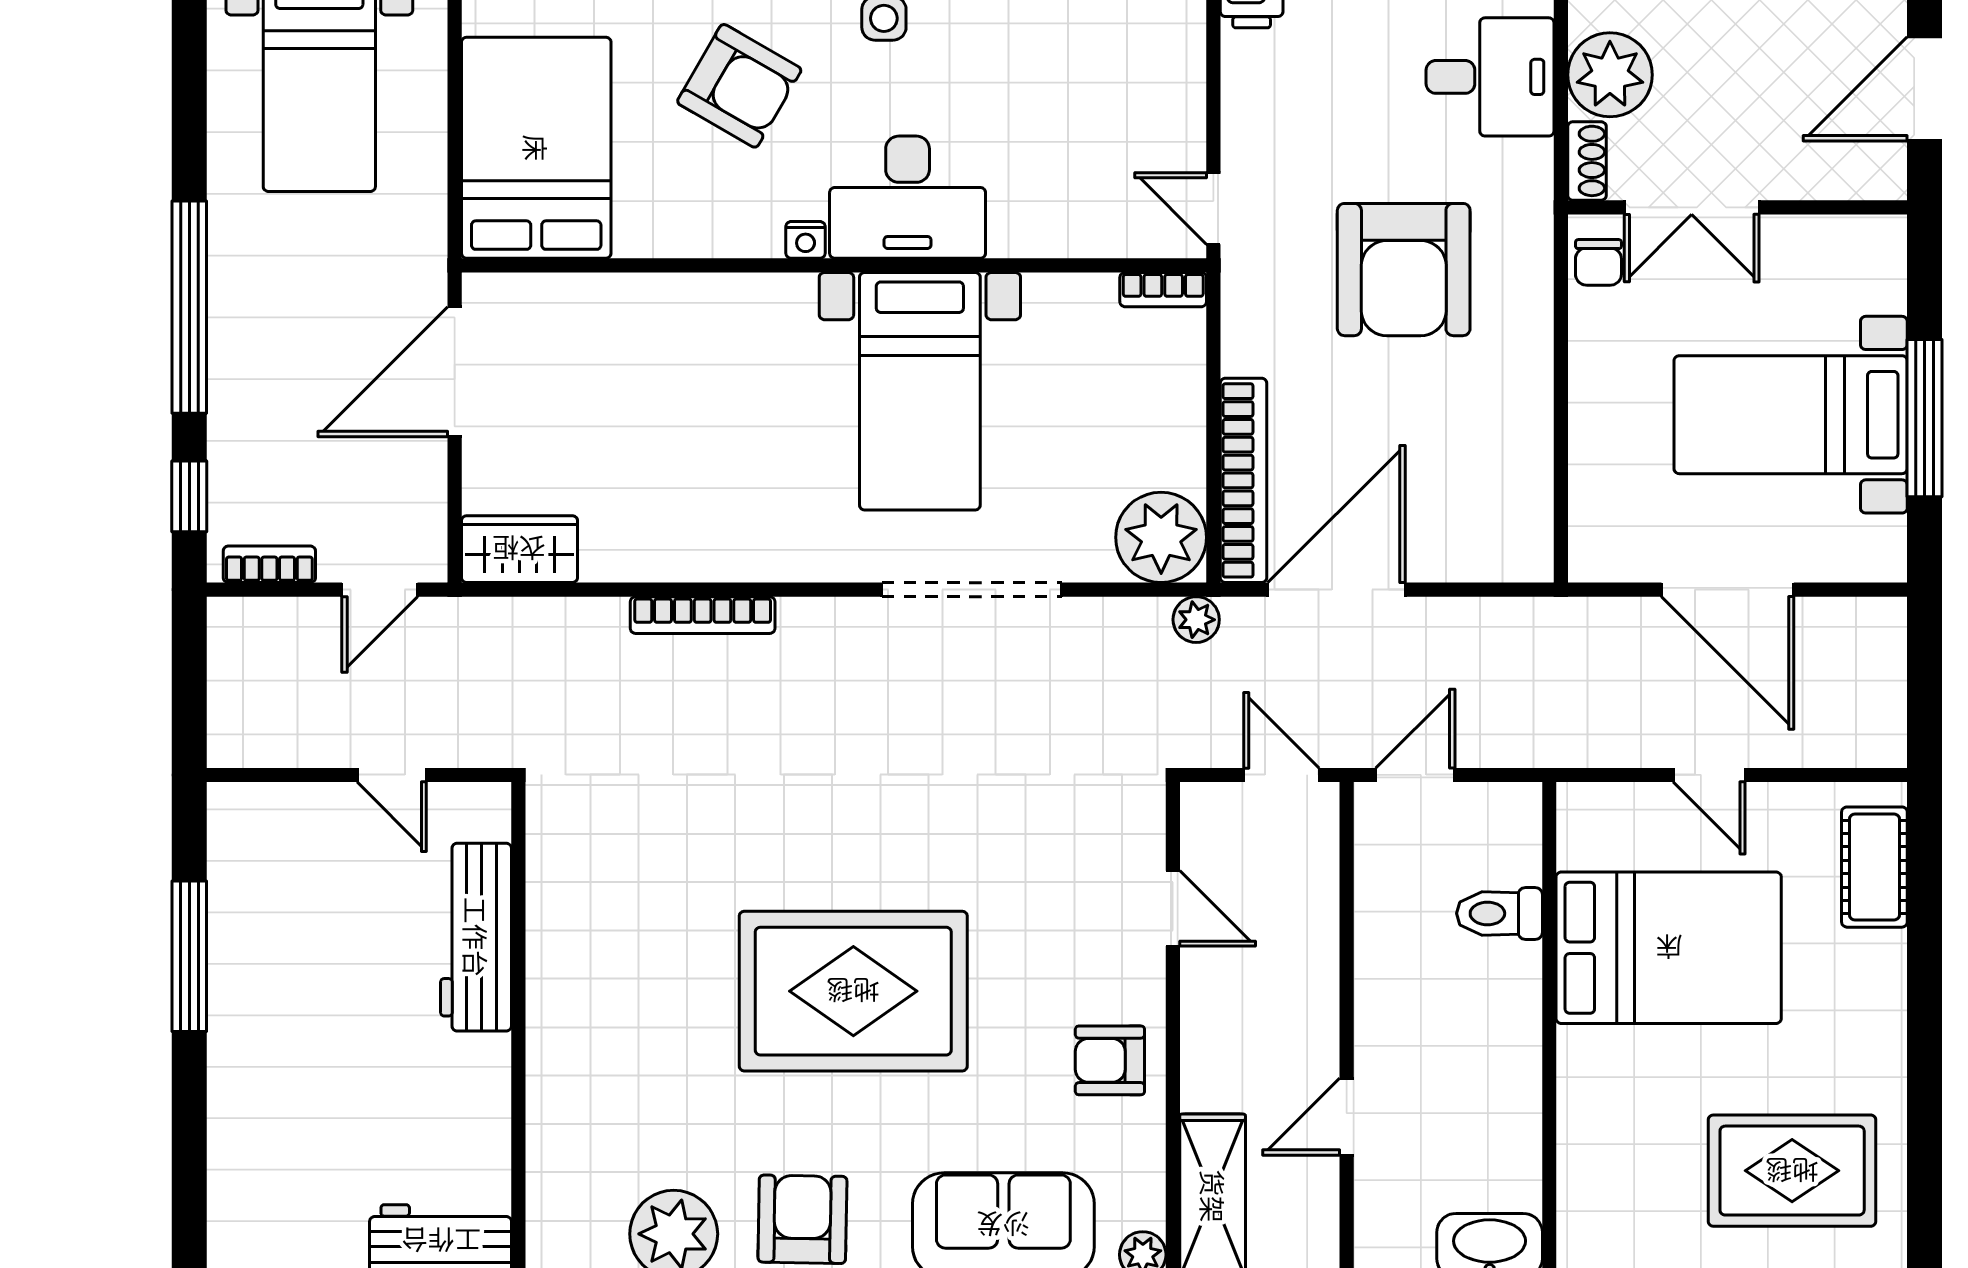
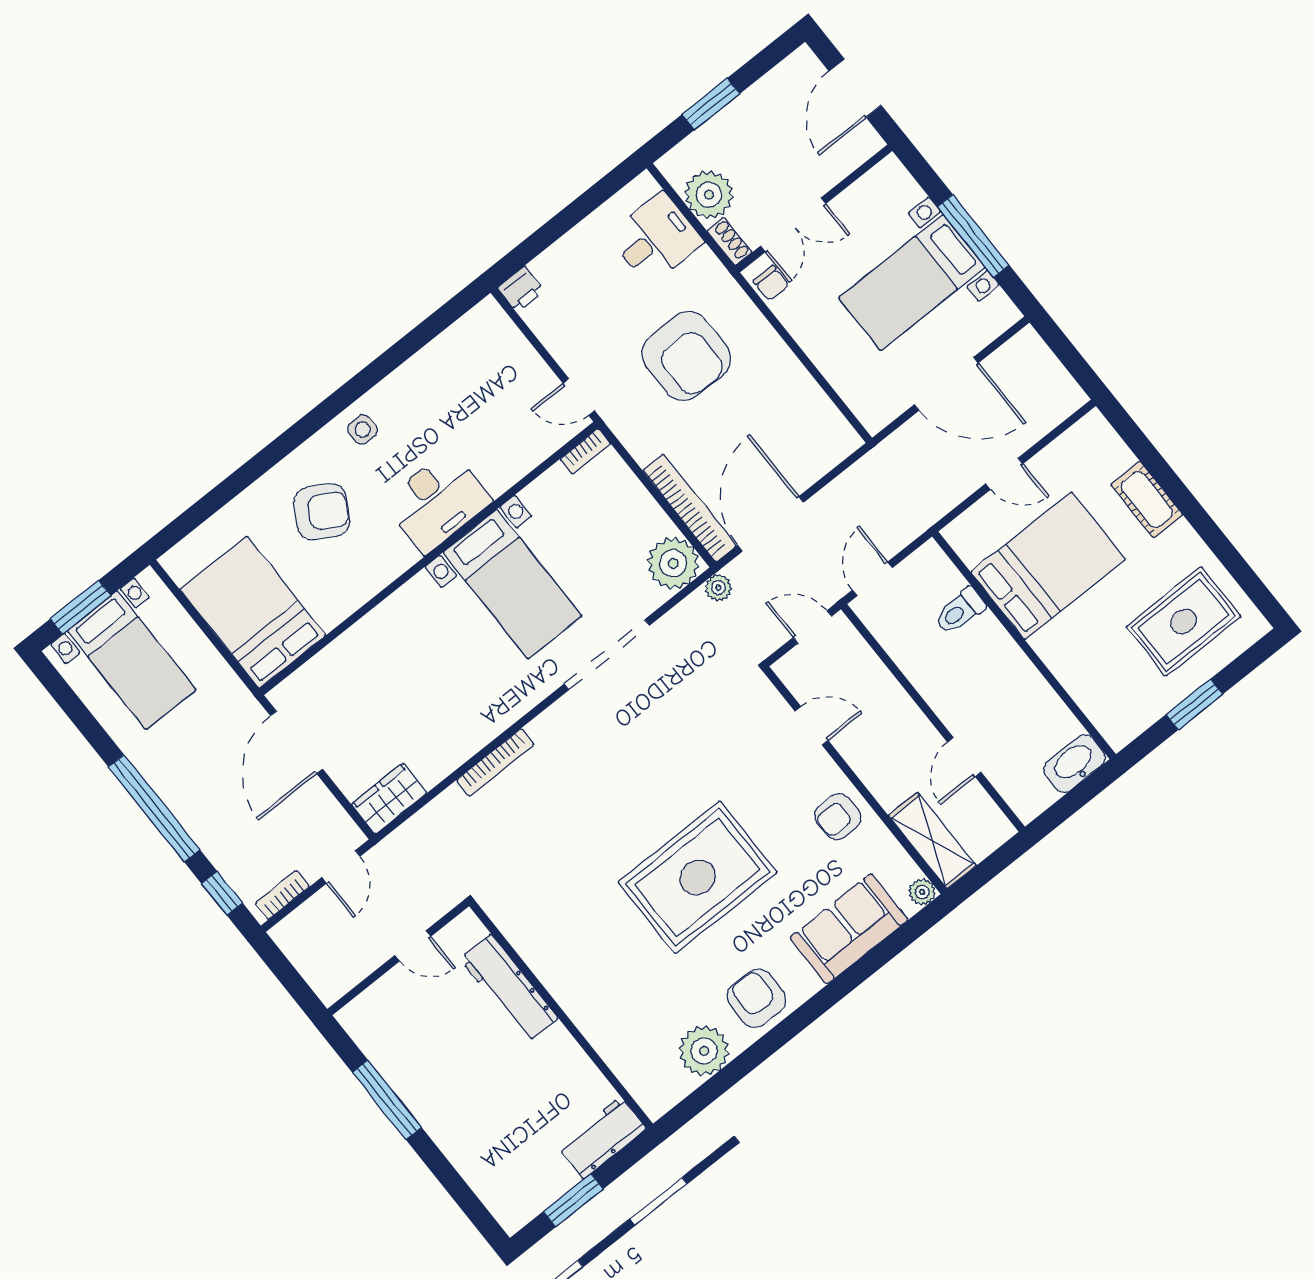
nightstand: (806, 240) -> (407, 557), removed
cot: (1874, 867) -> (1147, 500), moved

